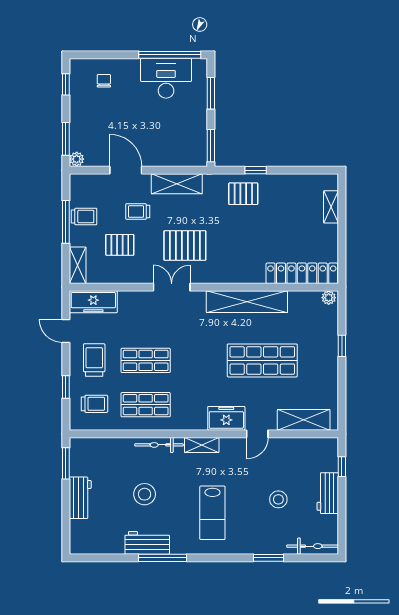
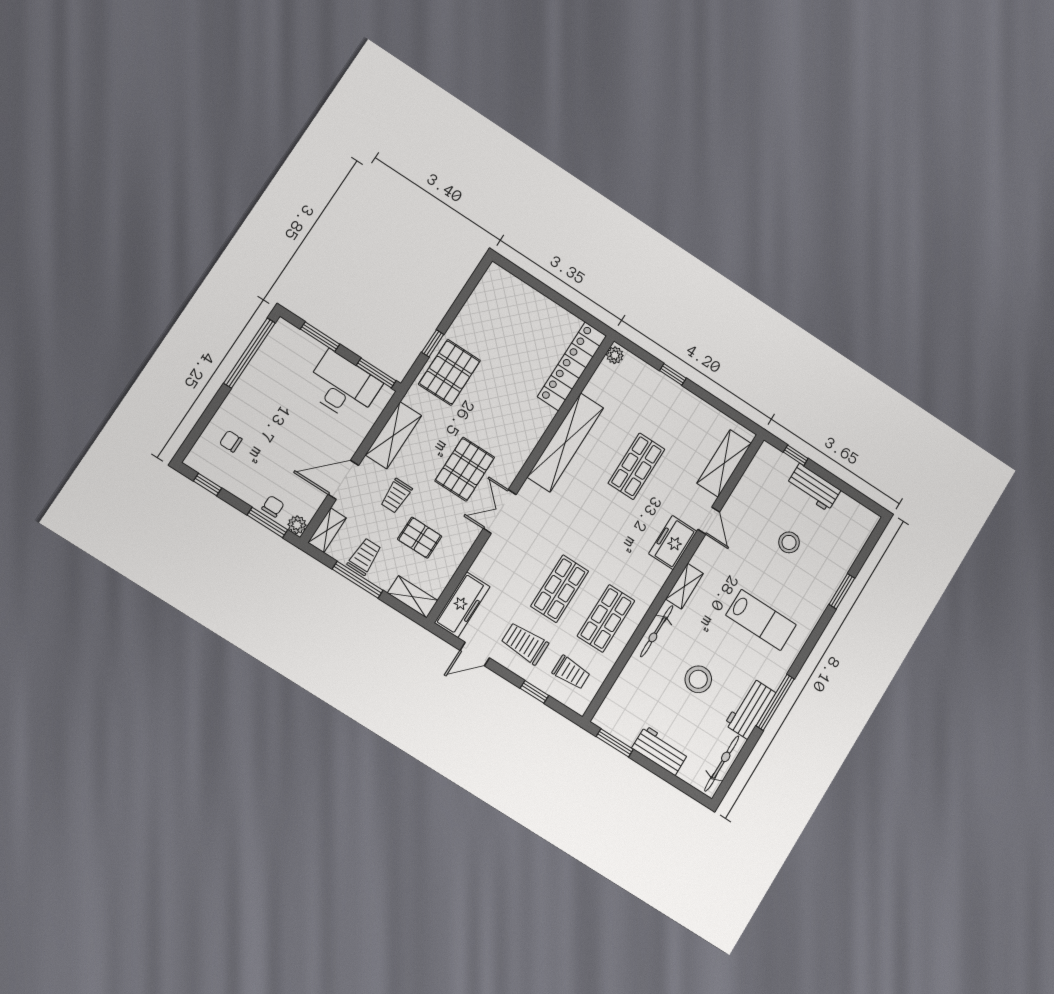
desk: (166, 78) -> (343, 387), moved, turned 90
chair: (79, 136) -> (273, 506), added
pallet: (243, 194) -> (449, 372), width x1.50, depth x1.42
shelving: (331, 207) -> (327, 530), moved, turned 90
pallet: (120, 245) -> (420, 538), turned 90
shop shelf: (262, 360) -> (636, 466), width x0.70, depth x0.74
trolley: (94, 404) -> (571, 673), turned 90
bicycle: (313, 546) -> (722, 764), moved

